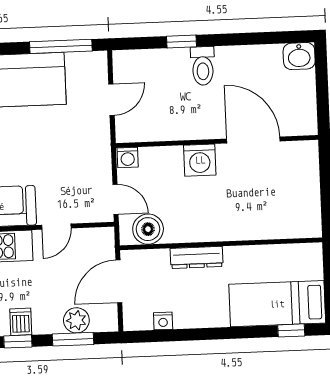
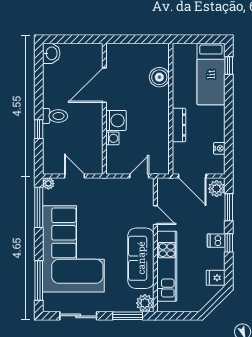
plant: (98, 60) -> (48, 183), added
washing machine: (128, 157) -> (112, 138), moved
boiler: (148, 229) -> (159, 77), moved
plant: (76, 320) -> (217, 189), moved

